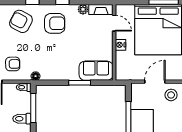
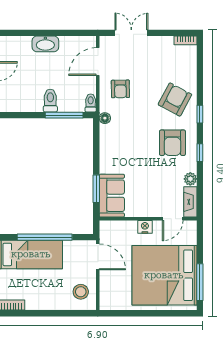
door: (155, 82) -> (98, 257), moved
window: (80, 83) -> (96, 189), moved

